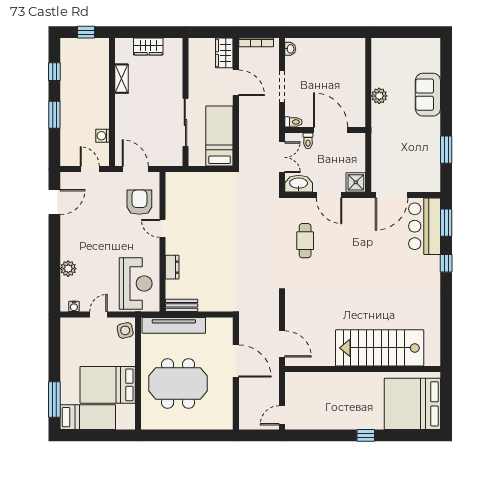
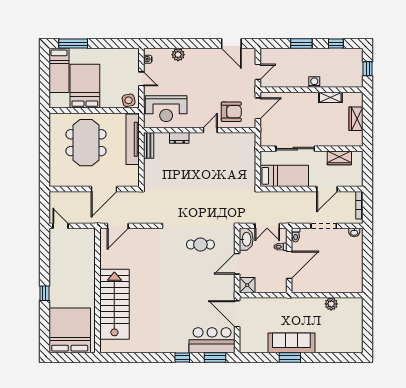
wardrobe: (224, 53) -> (339, 158), moved, turned 180
sofa: (428, 95) -> (291, 343), moved, width x1.36
plant: (379, 96) -> (331, 304), moved
washing machine: (102, 136) -> (314, 82), moved
window: (446, 150) -> (290, 357), moved

